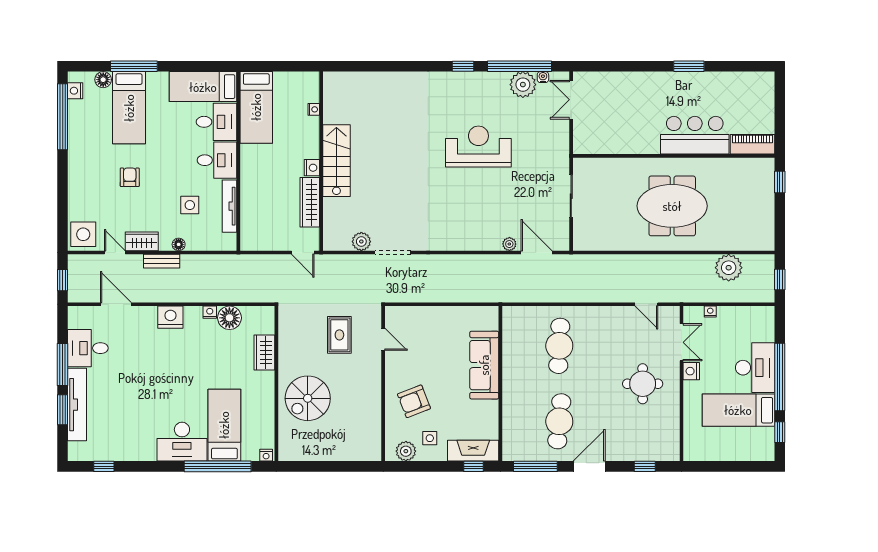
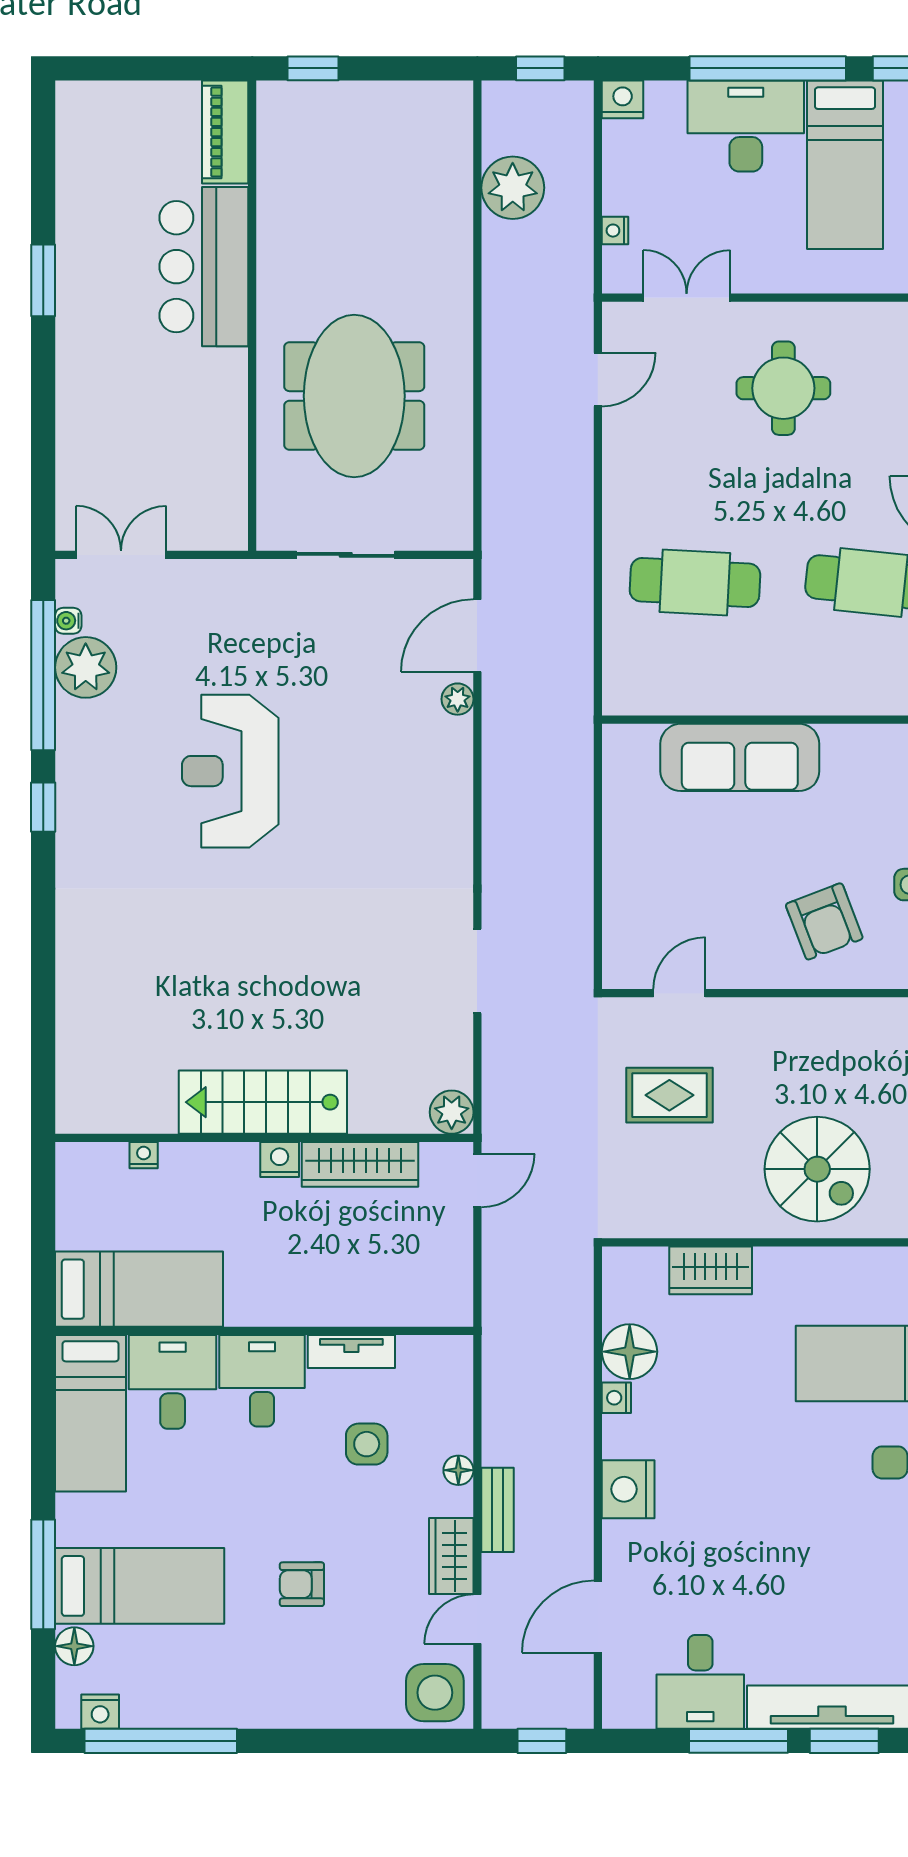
double door: (571, 100) -> (121, 555), swing flipped
tv unit: (230, 206) -> (351, 1351), width x0.71
meeting table: (672, 206) -> (354, 396), moved
plant: (361, 241) -> (452, 1112), moved
nightstand: (691, 371) -> (623, 99), moved, turned 180

